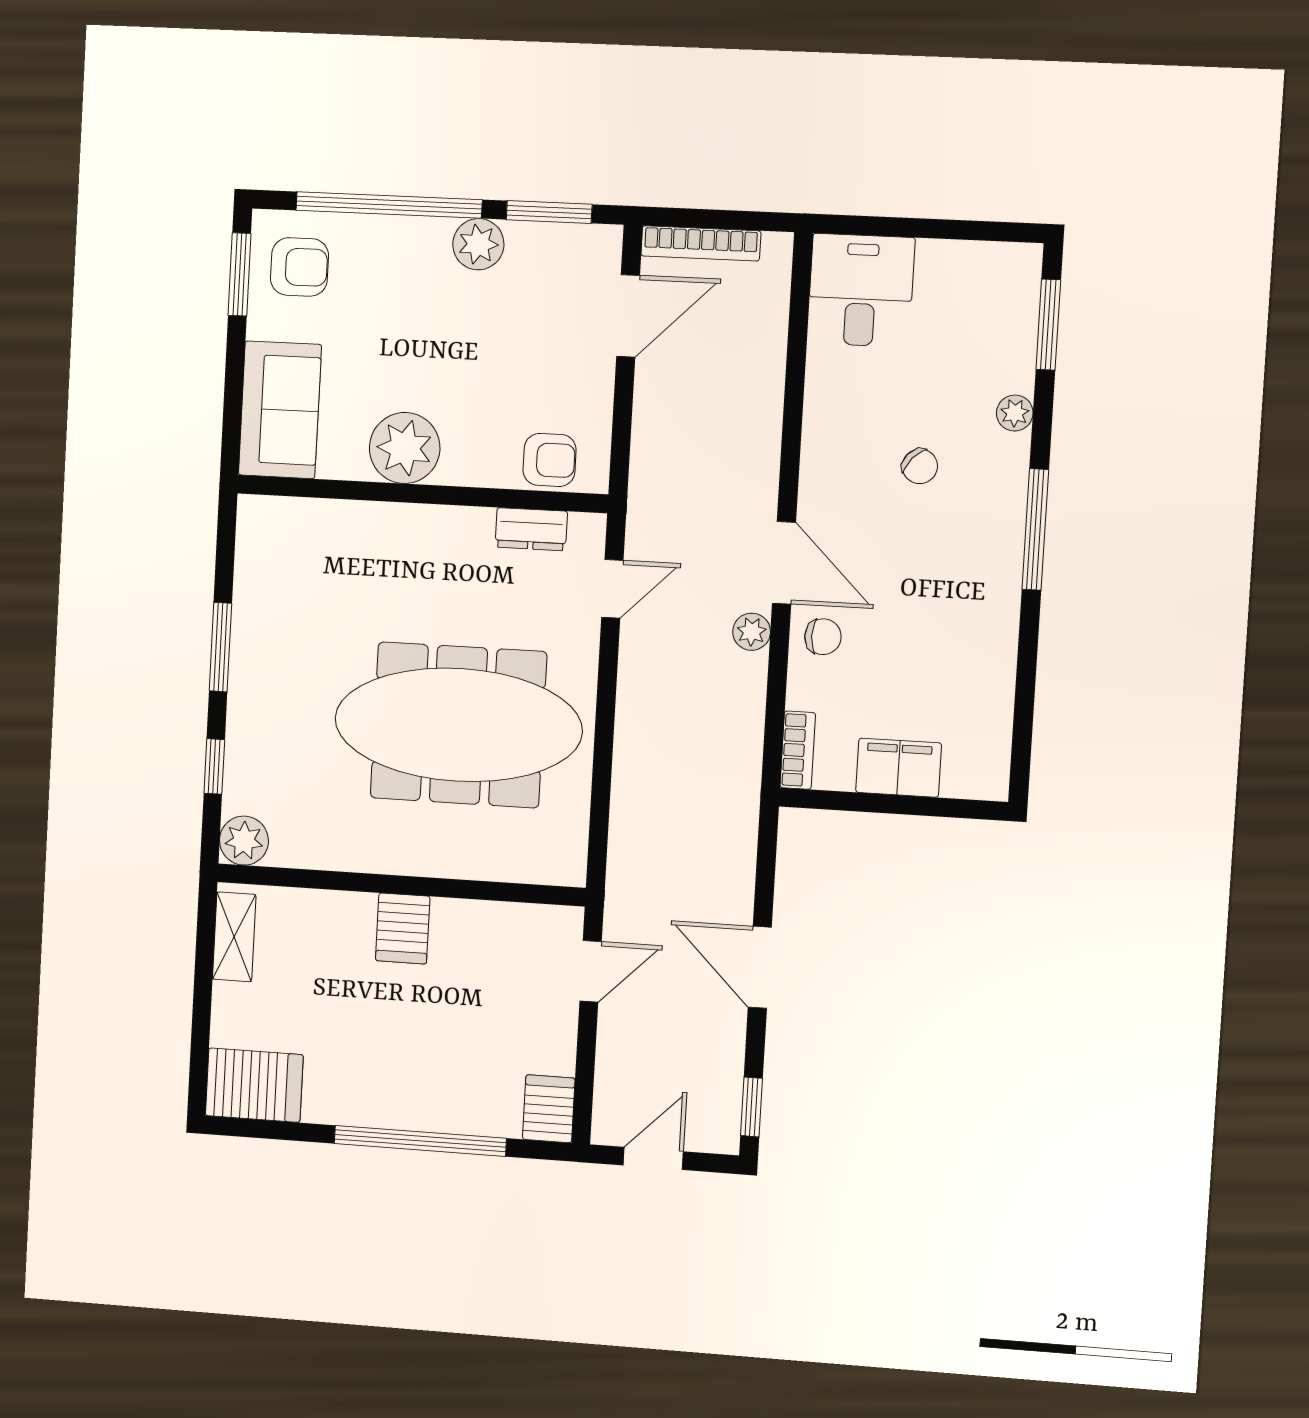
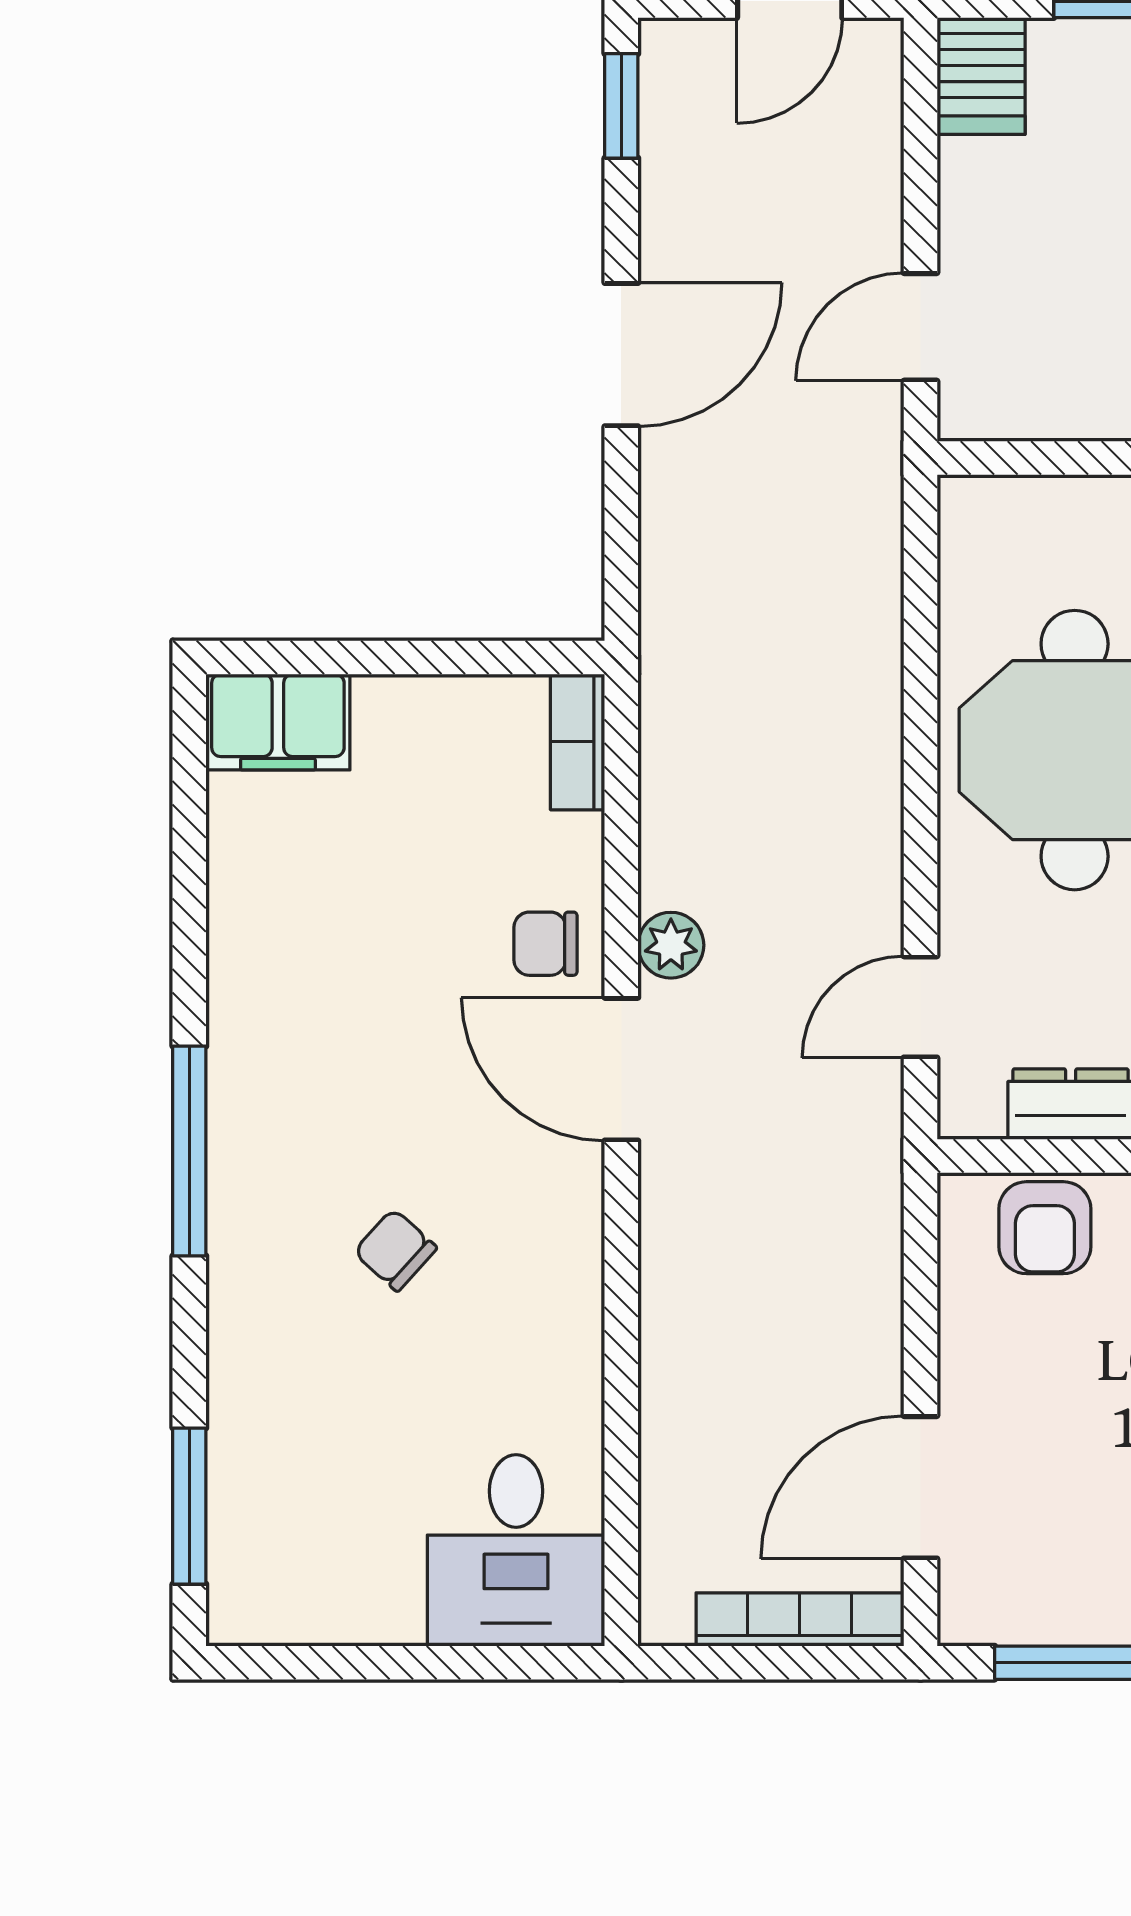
plant: (1015, 413) -> (237, 1351), removed
armchair: (550, 460) -> (1045, 1228), turned -90
filing cabinet: (899, 768) -> (278, 722), moved
door: (760, 967) -> (621, 355), hinge flipped

